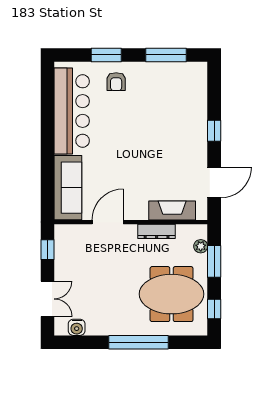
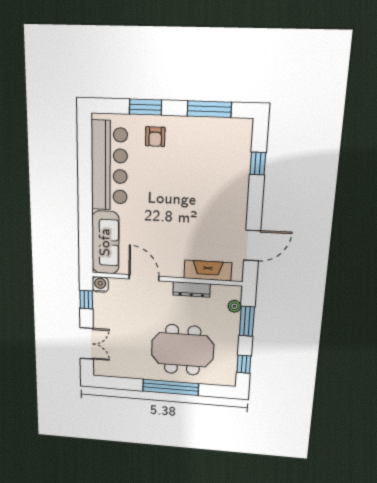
window: (214, 131) -> (258, 164), moved
door: (108, 222) -> (144, 278), hinge flipped
meeting table: (172, 294) -> (183, 350), moved
water cooler: (77, 327) -> (100, 284), moved, turned 180

